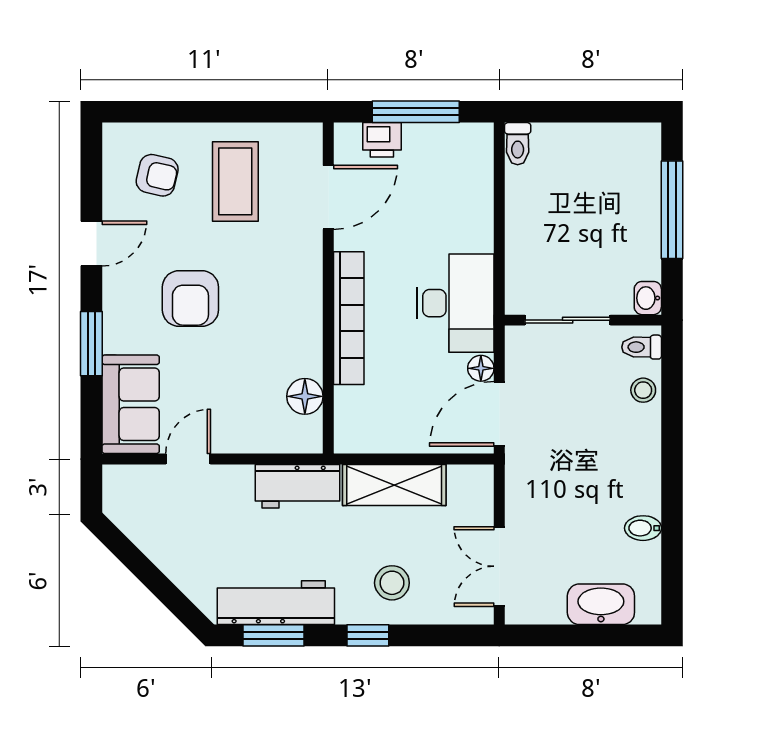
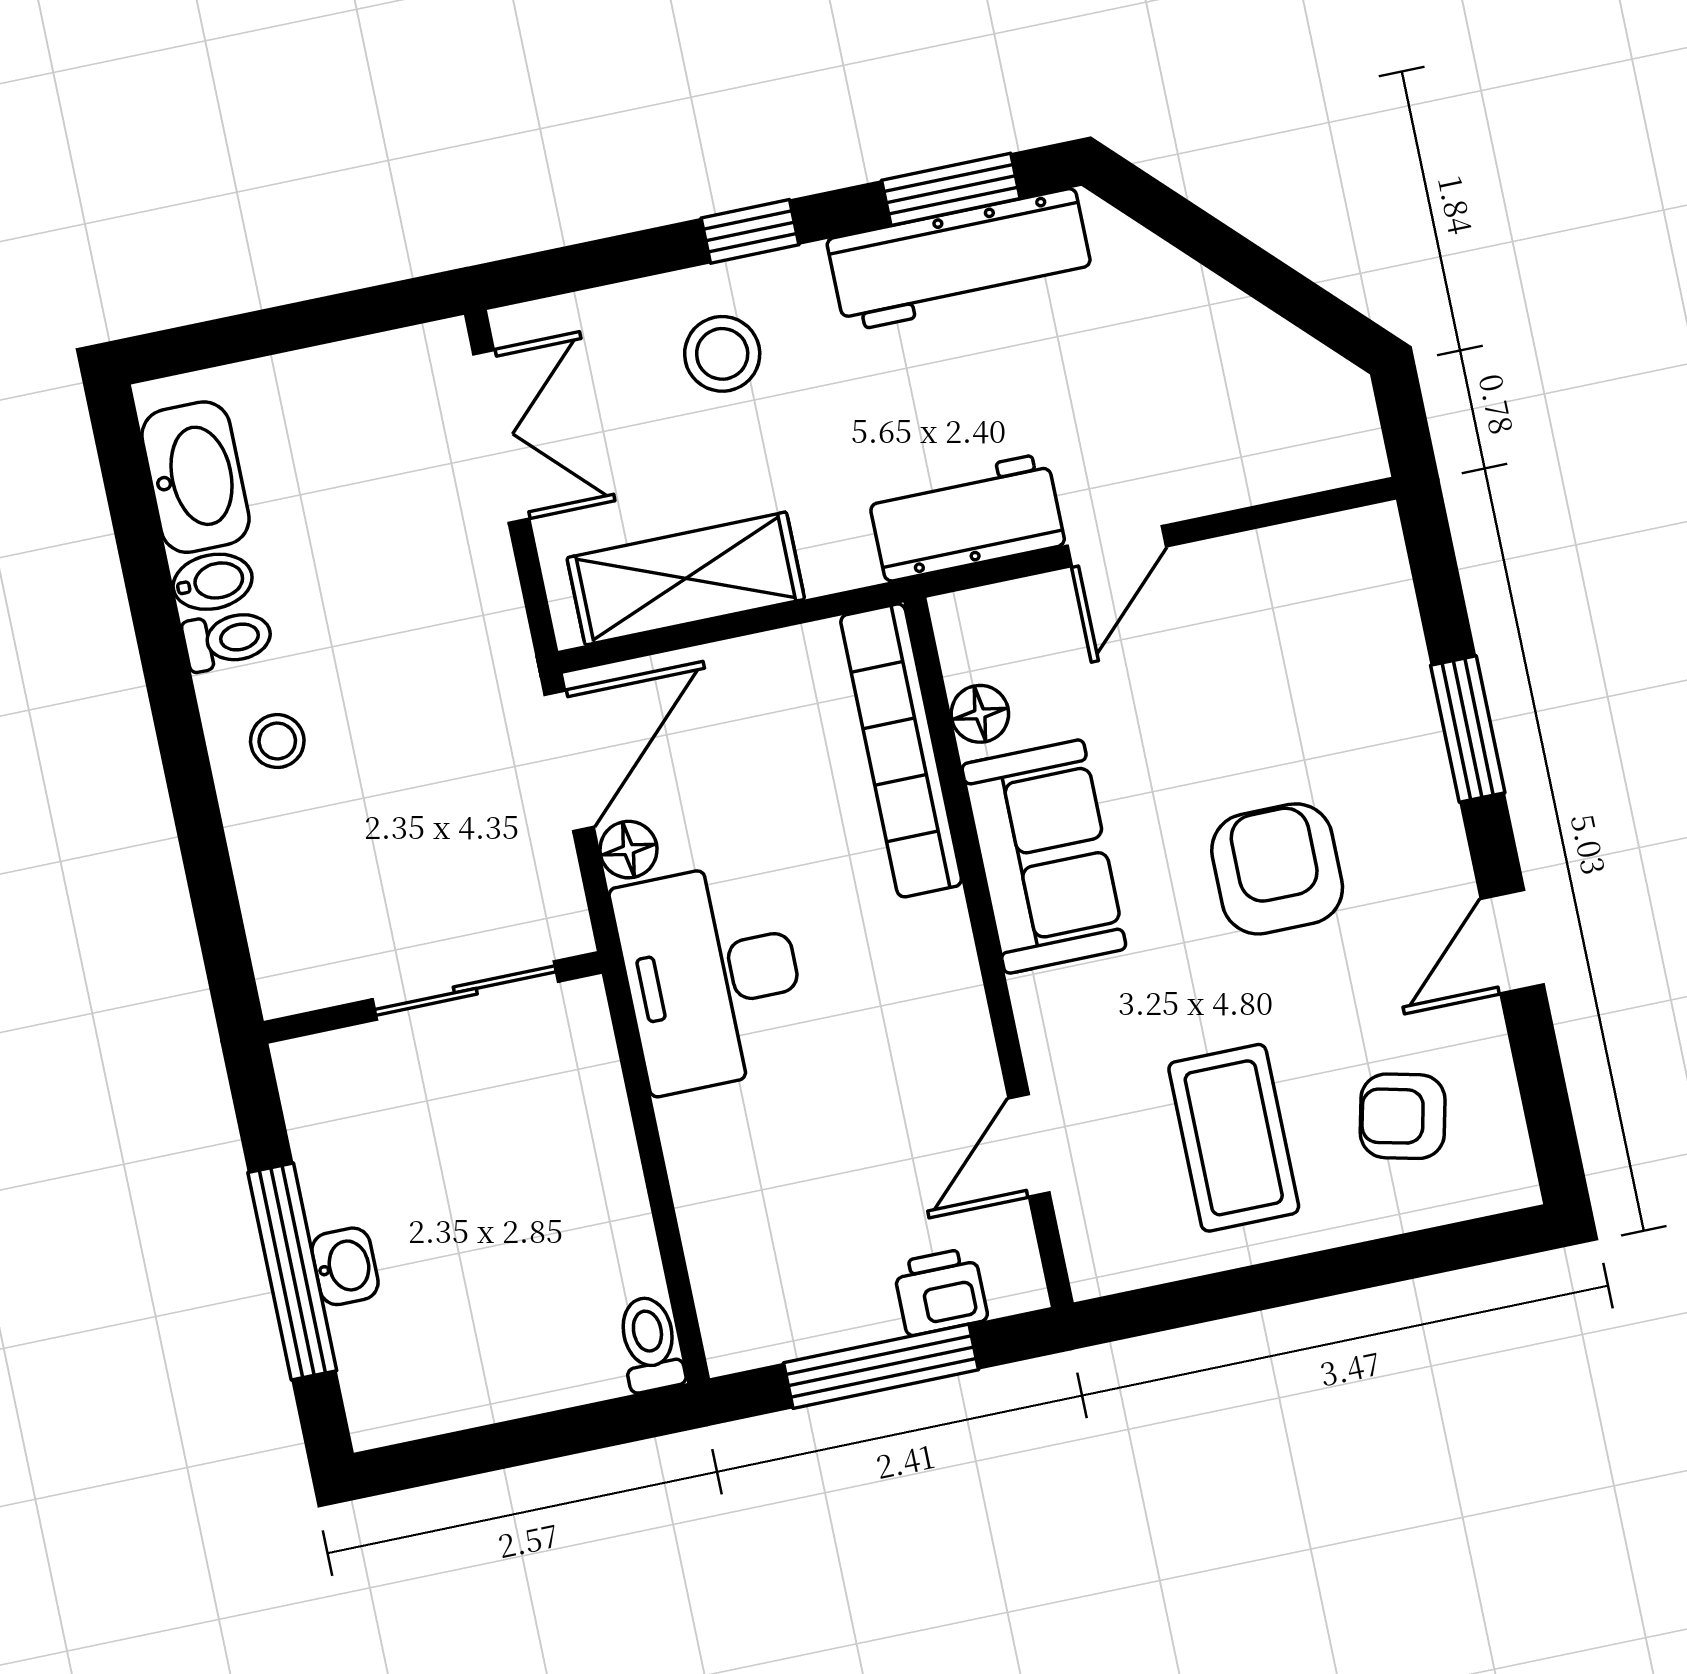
door: (328, 197) -> (1029, 1145), width x0.73
washbasin: (648, 298) -> (345, 1266), moved
bookcase: (349, 318) -> (901, 750), moved
toilet: (642, 347) -> (228, 639), moved
stool: (643, 390) -> (277, 741), moved
floor lamp: (305, 396) -> (980, 714), width x0.73, depth x0.73
sofa: (131, 404) -> (1044, 857), moved, turned 180
door: (188, 459) -> (1117, 546), moved
shelving: (394, 485) -> (686, 578), moved
washbasin: (601, 604) -> (195, 477), moved, turned -90

